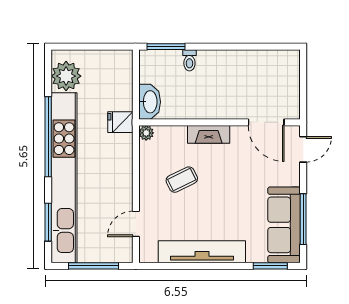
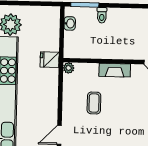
washbasin: (150, 102) -> (70, 23), moved, width x0.52, depth x0.69
coffee table: (182, 180) -> (94, 103), turned -64

